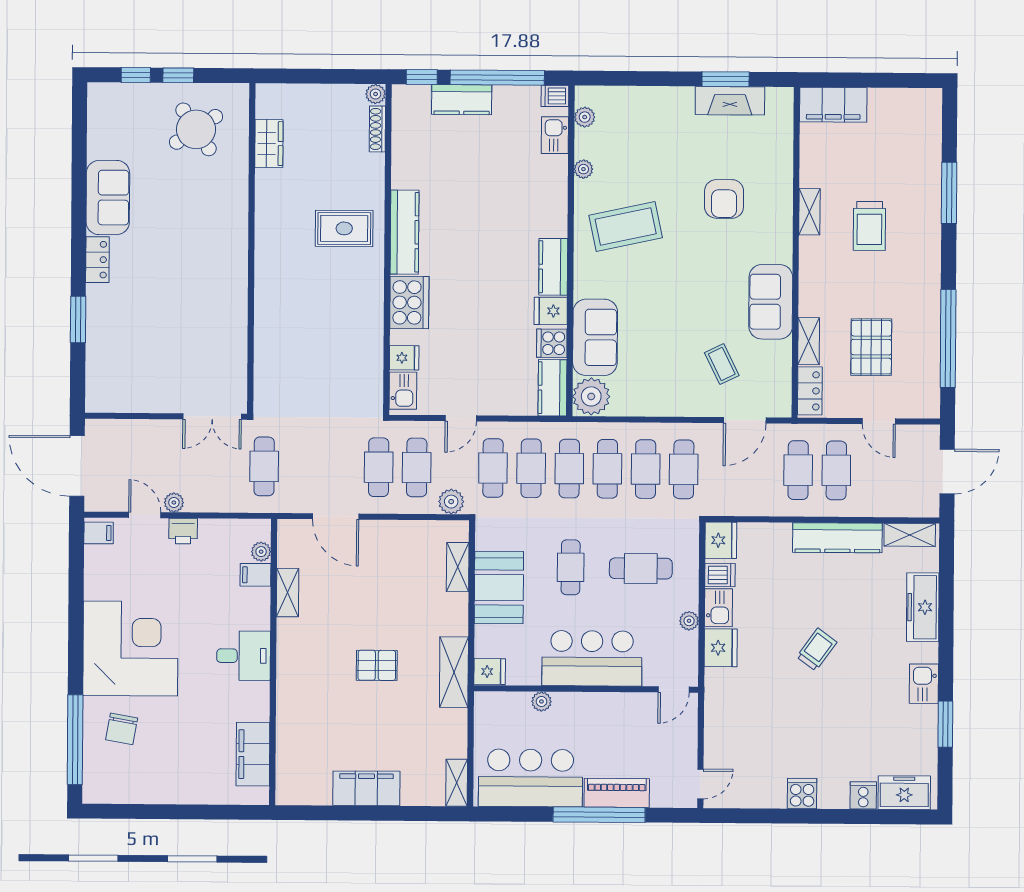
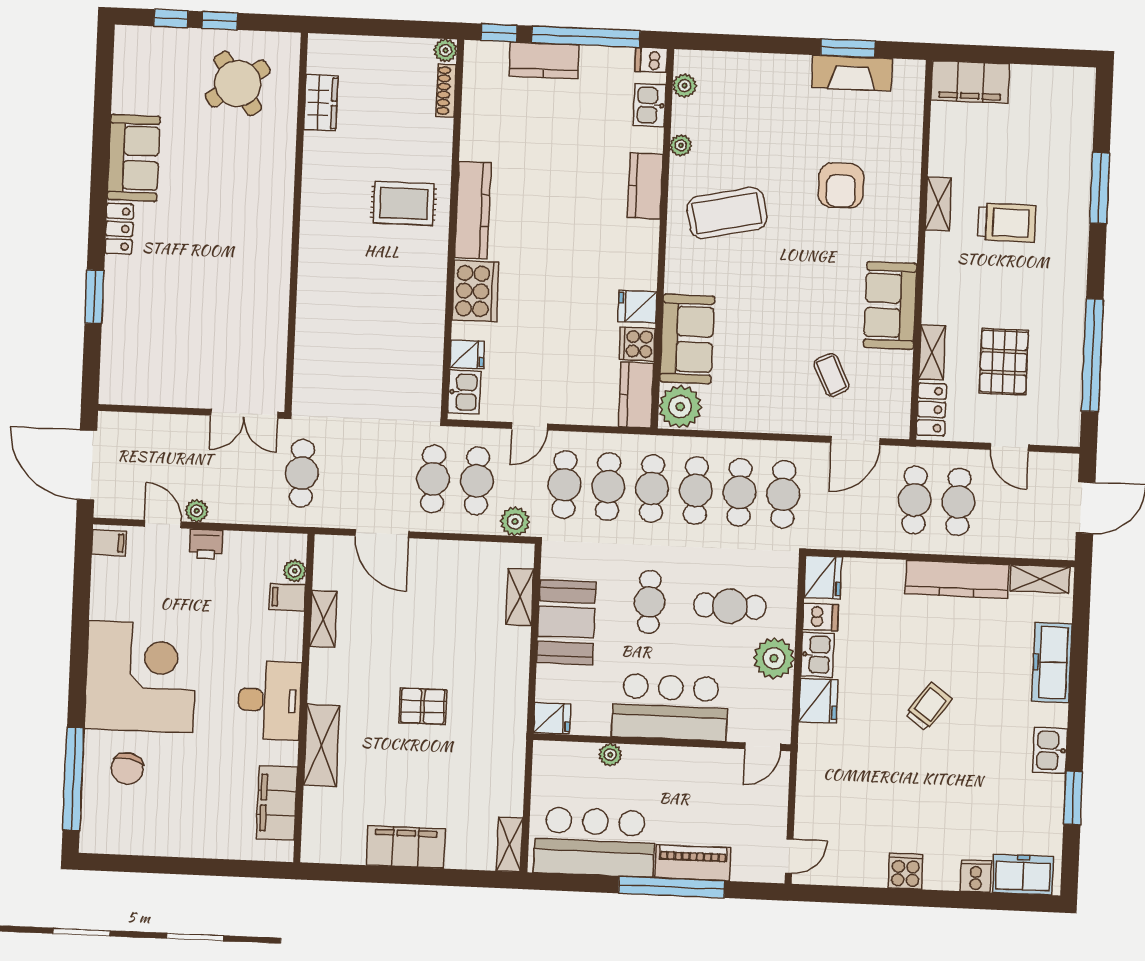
trolley: (869, 226) -> (1007, 223), turned -90
kitchen counter: (553, 267) -> (645, 186), moved
plant: (689, 621) -> (774, 658), width x1.88, depth x1.88
desk: (244, 656) -> (270, 700), width x1.37
shelving: (454, 672) -> (322, 745), moved

